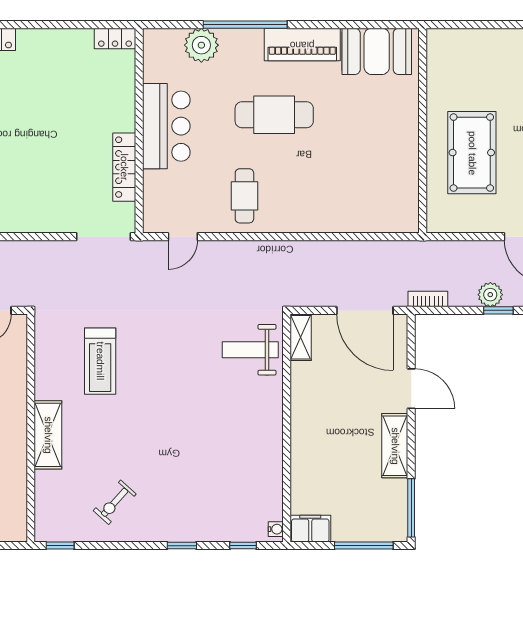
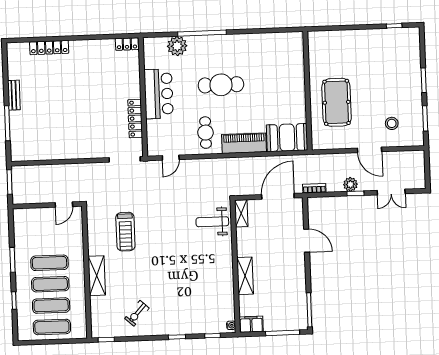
piano: (302, 45) -> (244, 143), moved, turned 180
booth: (377, 51) -> (287, 138), moved
door: (365, 310) -> (278, 196), swing flipped
shelving: (395, 446) -> (245, 276), moved

